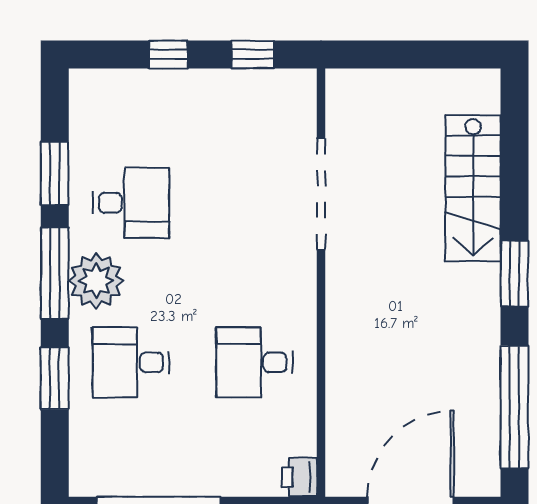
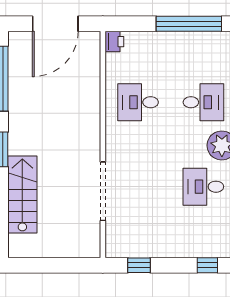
window: (168, 54) -> (207, 265), moved
desk: (254, 362) -> (138, 102), turned 180

